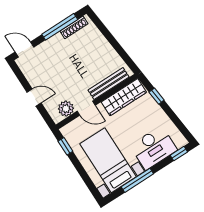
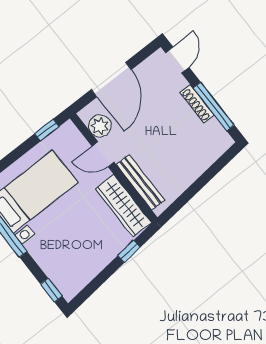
shoe rack: (74, 27) -> (197, 104), moved
door: (34, 98) -> (111, 80), width x1.88
door: (86, 108) -> (103, 154), hinge flipped
desk: (154, 148) -> (56, 254), removed

